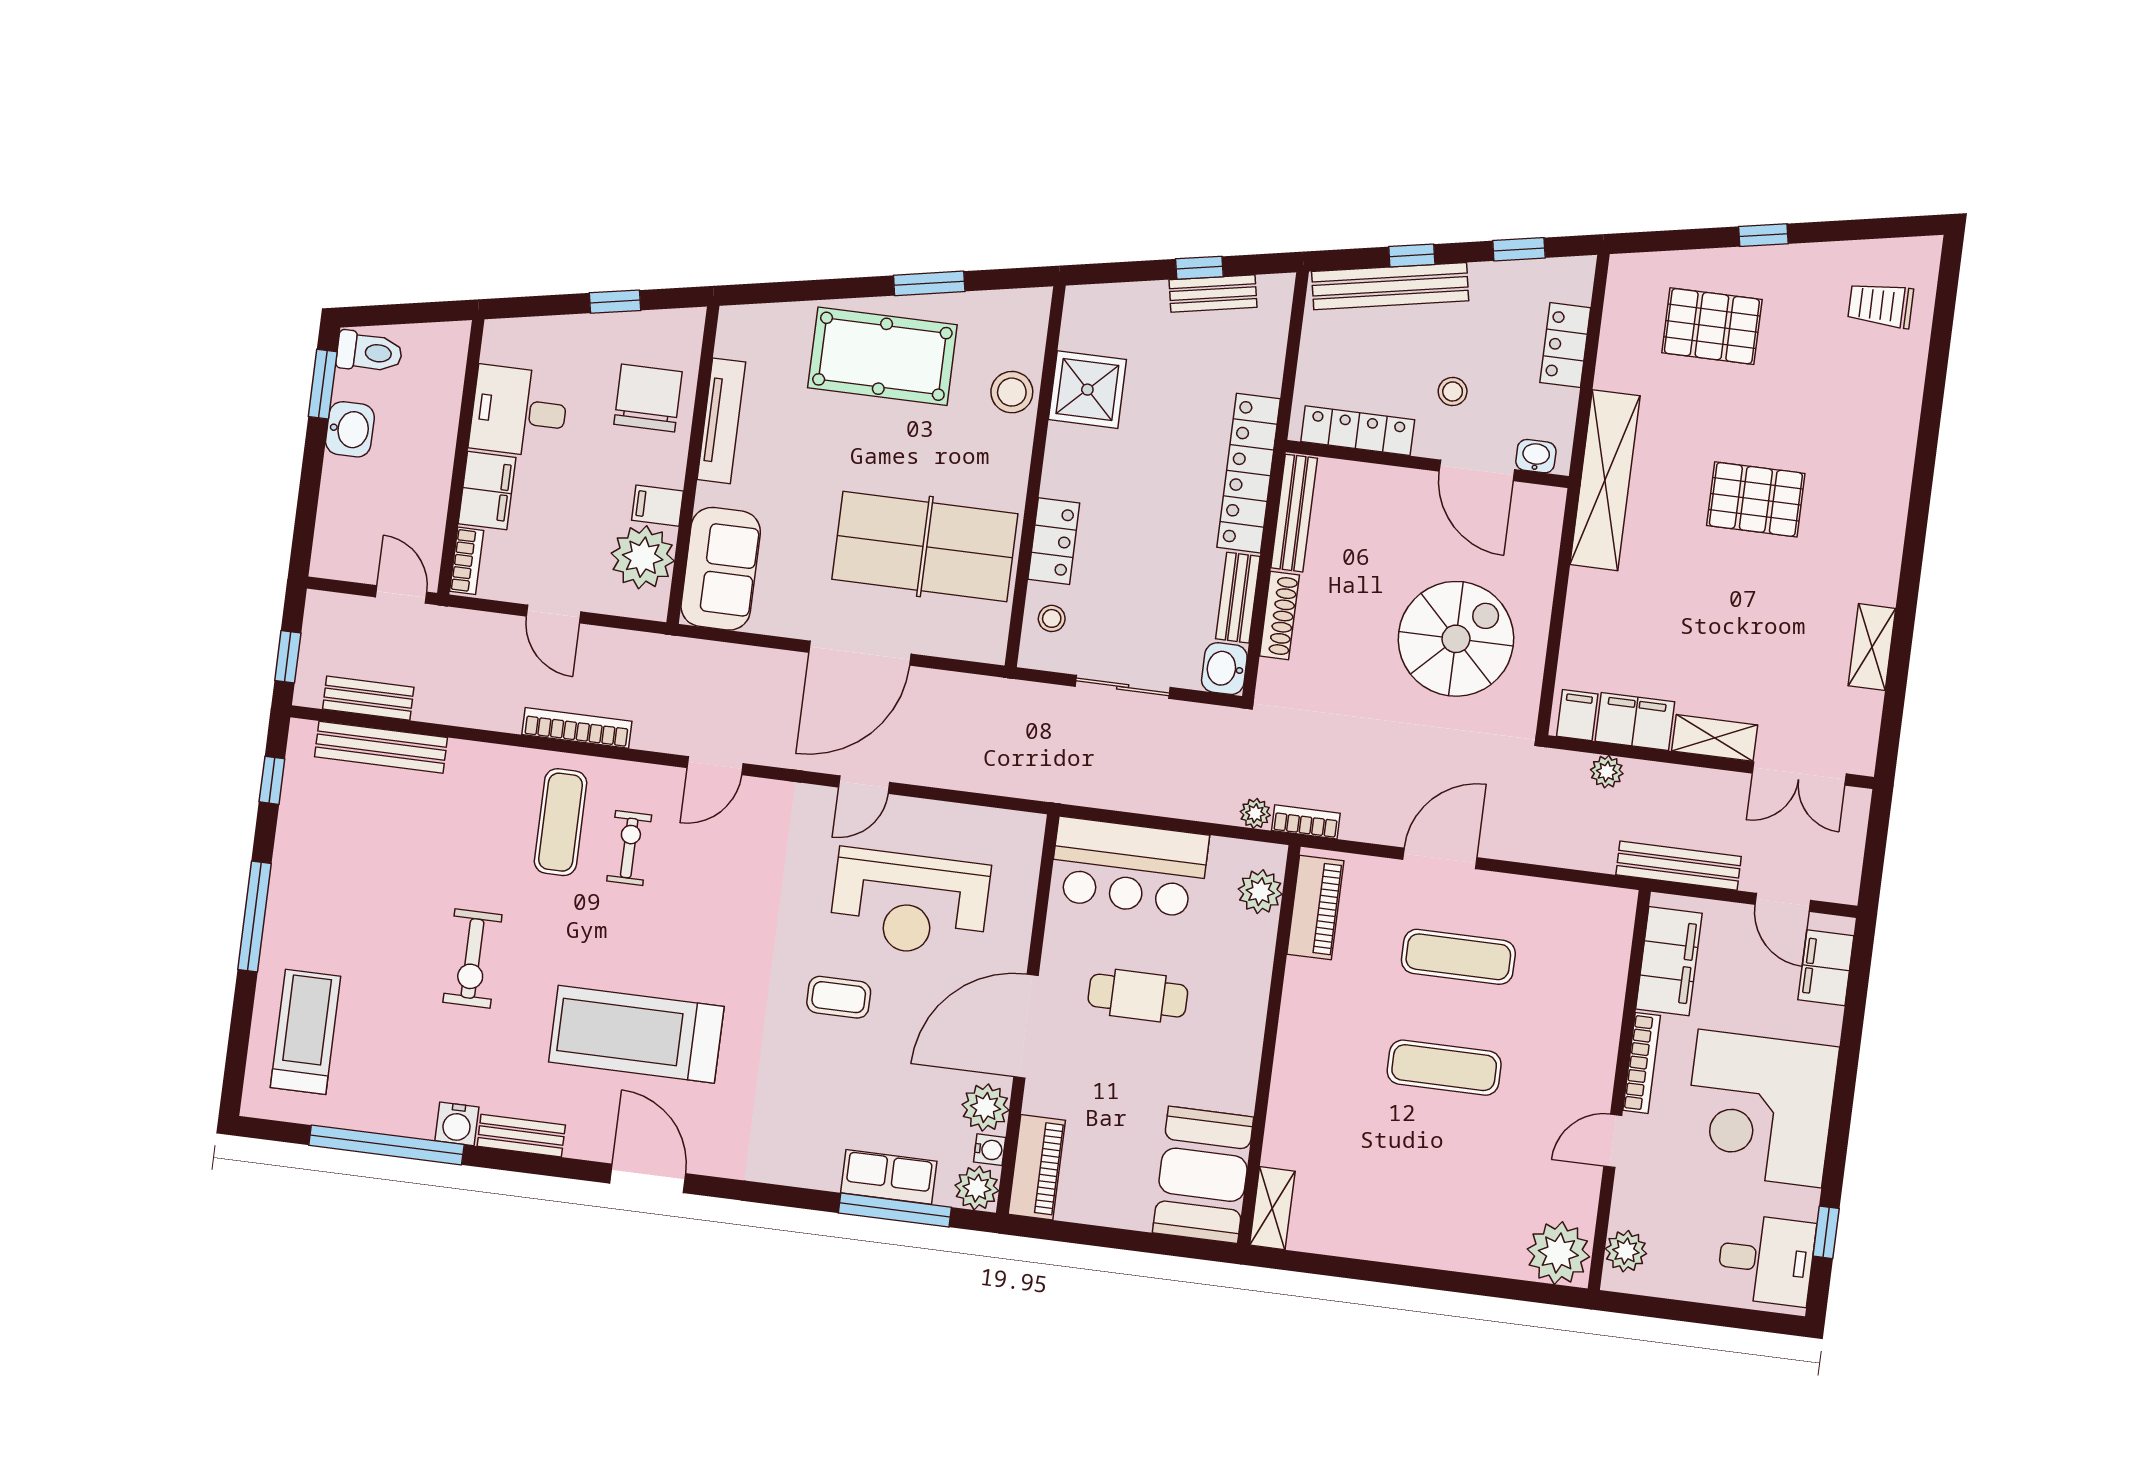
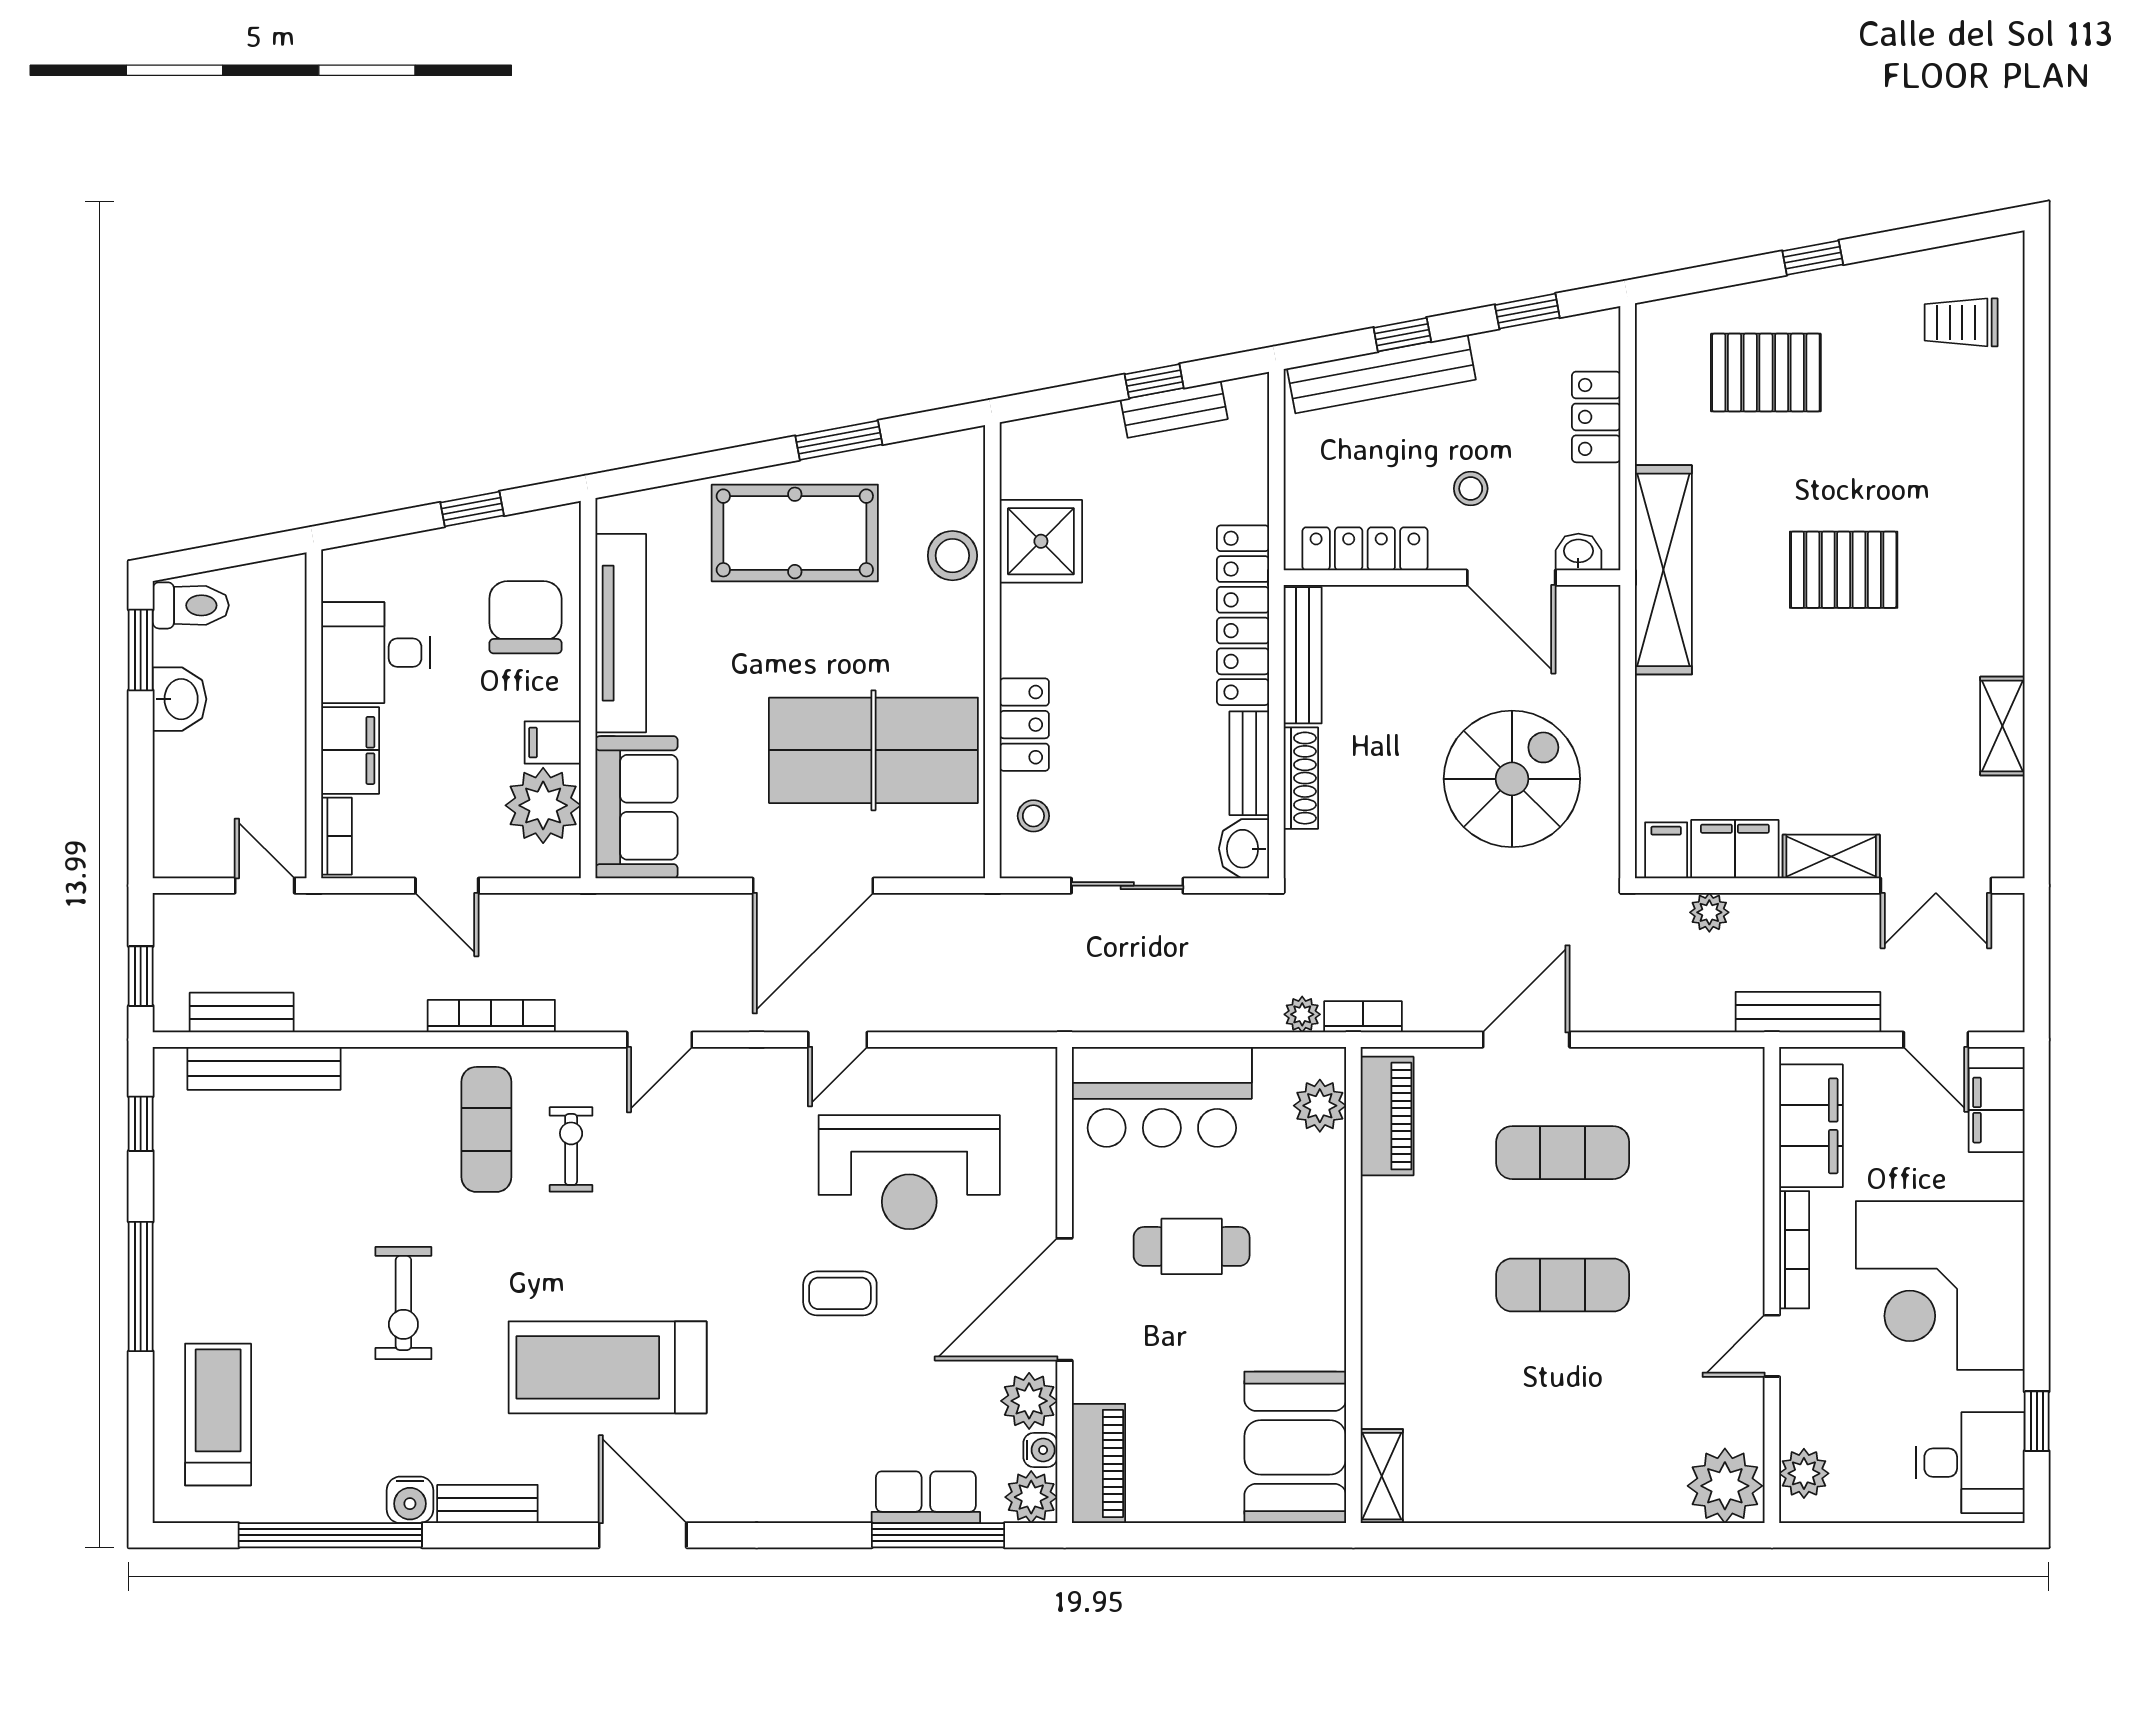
tv unit: (721, 421) -> (621, 633), width x1.36, depth x1.29

